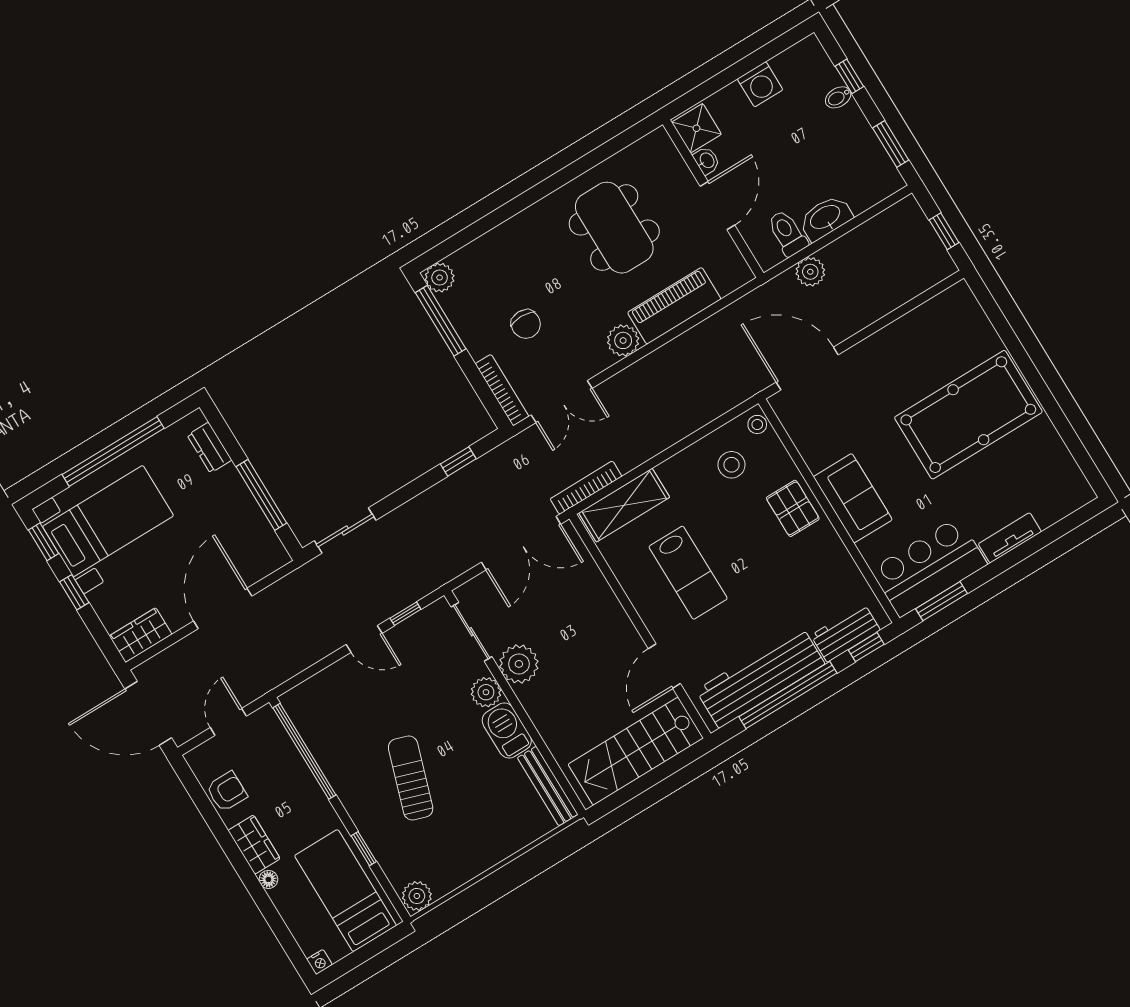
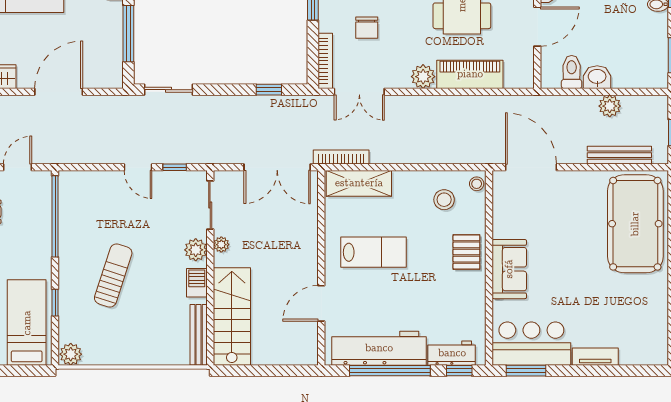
washbasin: (826, 218) -> (597, 77), width x0.72
plant: (810, 272) -> (610, 106), moved
bench: (899, 294) -> (619, 155), added
pool table: (968, 415) -> (635, 224), moved, turned 90
lab bench: (688, 573) -> (373, 252), turned -90
plant: (519, 664) -> (221, 245), width x0.53, depth x0.53
barbecue: (507, 731) -> (197, 283), width x0.73, depth x0.79
stairs: (636, 751) -> (232, 316), moved, turned 90

